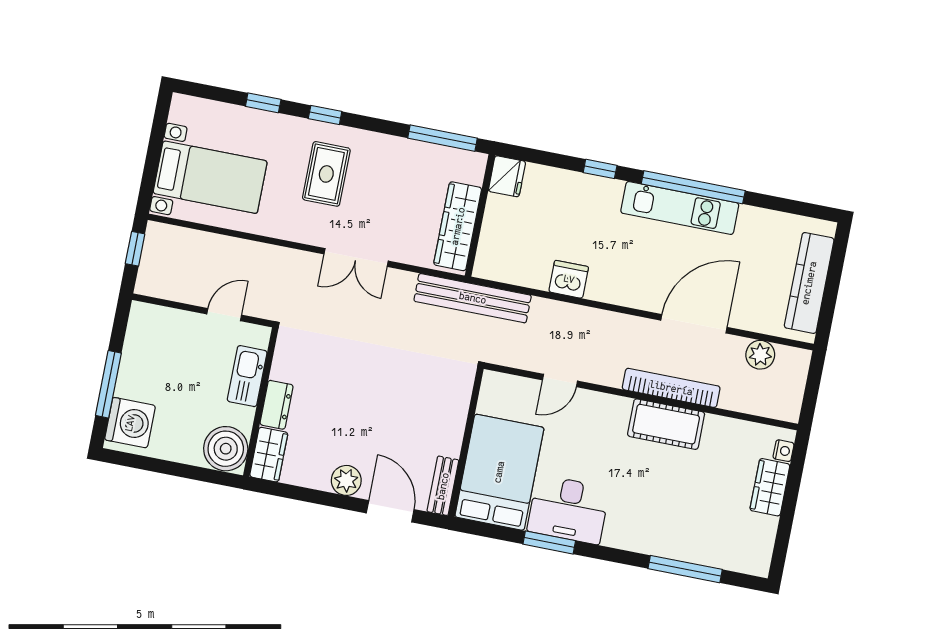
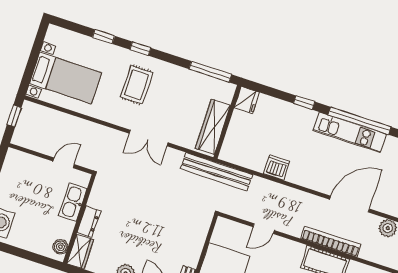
boiler: (226, 449) -> (60, 247), width x0.54, depth x0.54

